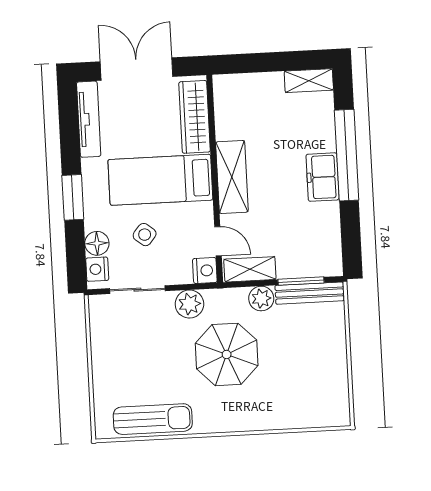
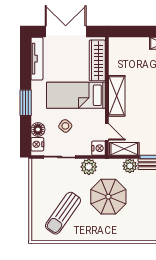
sun lounger: (153, 419) -> (63, 213), moved, turned 125

